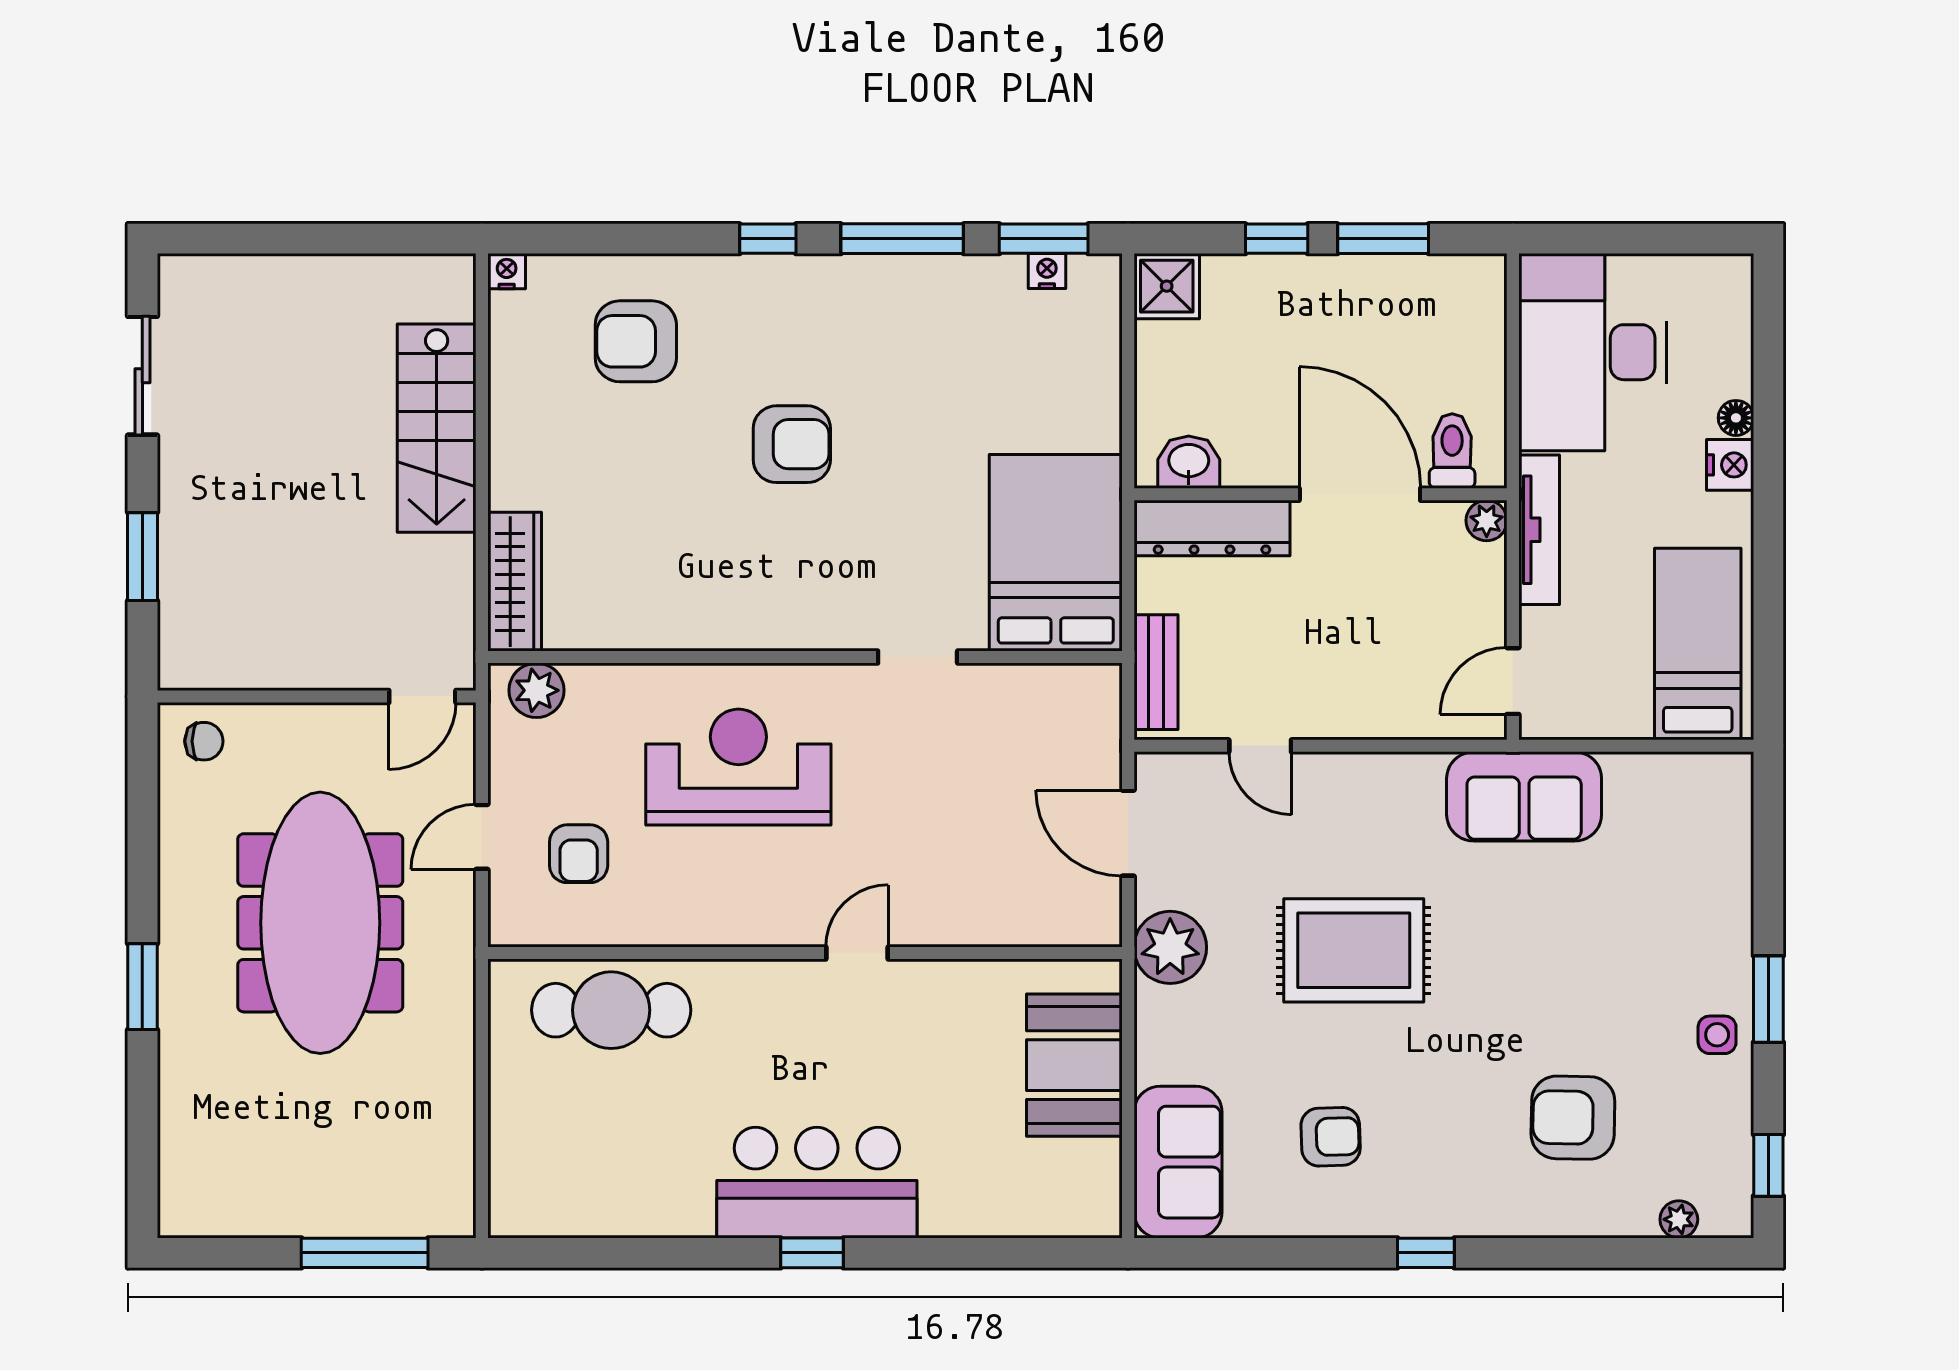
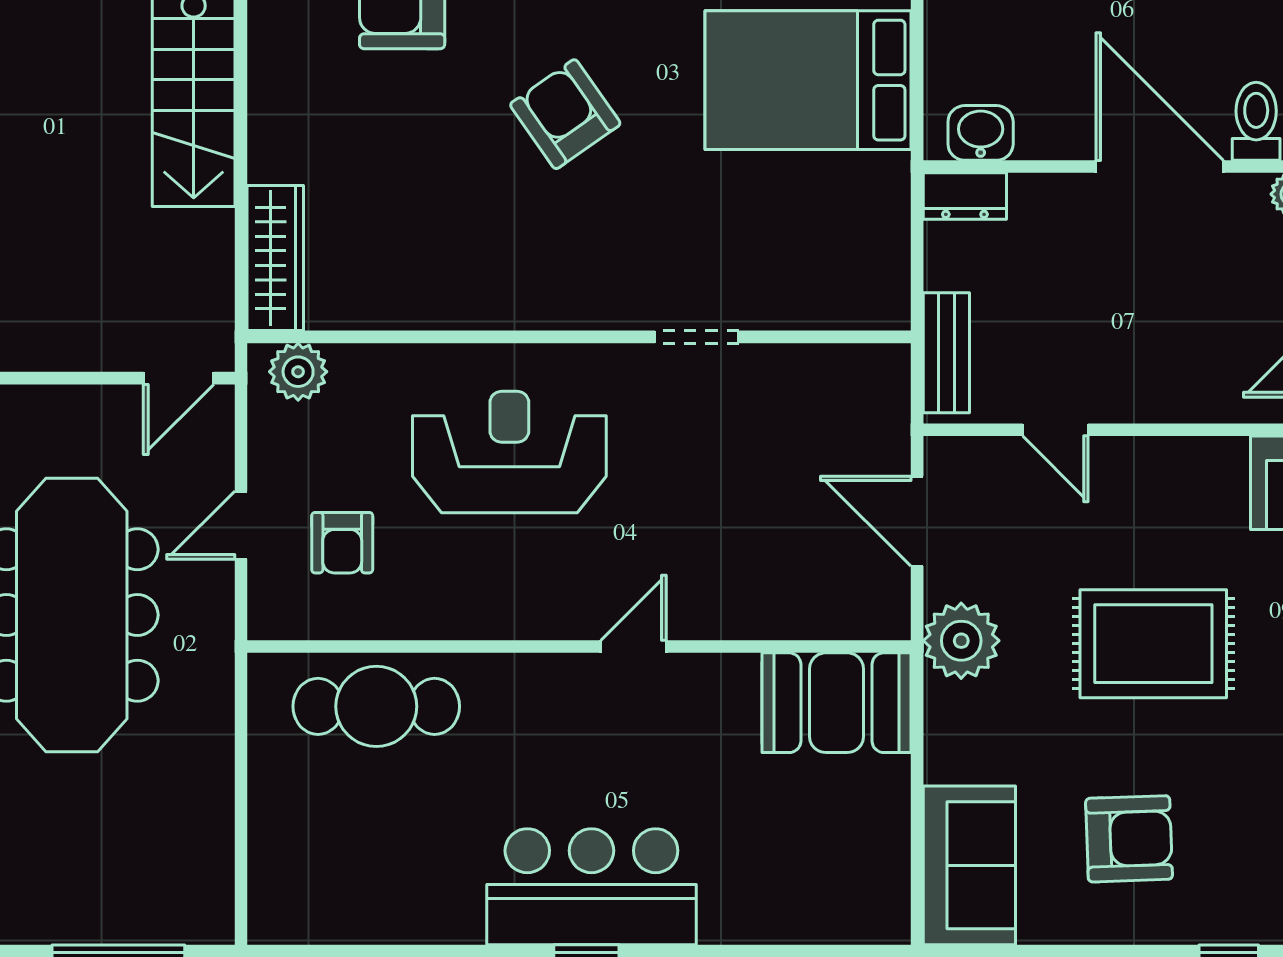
armchair: (792, 444) -> (565, 114), turned -125
dresser: (1212, 528) -> (965, 196), width x0.51, depth x0.80
bed: (1056, 553) -> (808, 80), moved, turned -90
booth: (1074, 1065) -> (836, 703), moved, turned 90
armchair: (1331, 1137) -> (1129, 839), width x1.38, depth x1.38

